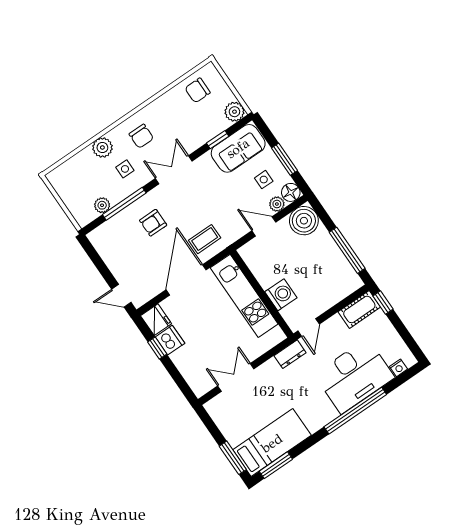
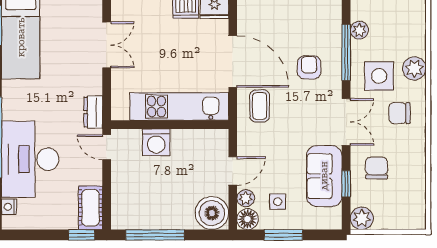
chair: (198, 90) -> (377, 168), moved
sofa: (238, 148) -> (324, 176), moved
side table: (125, 169) -> (379, 76), width x1.87, depth x1.87

